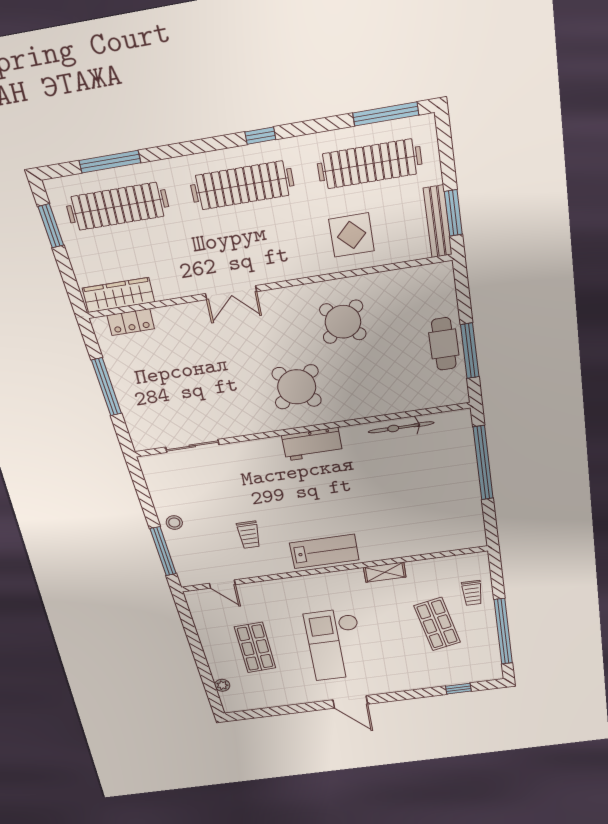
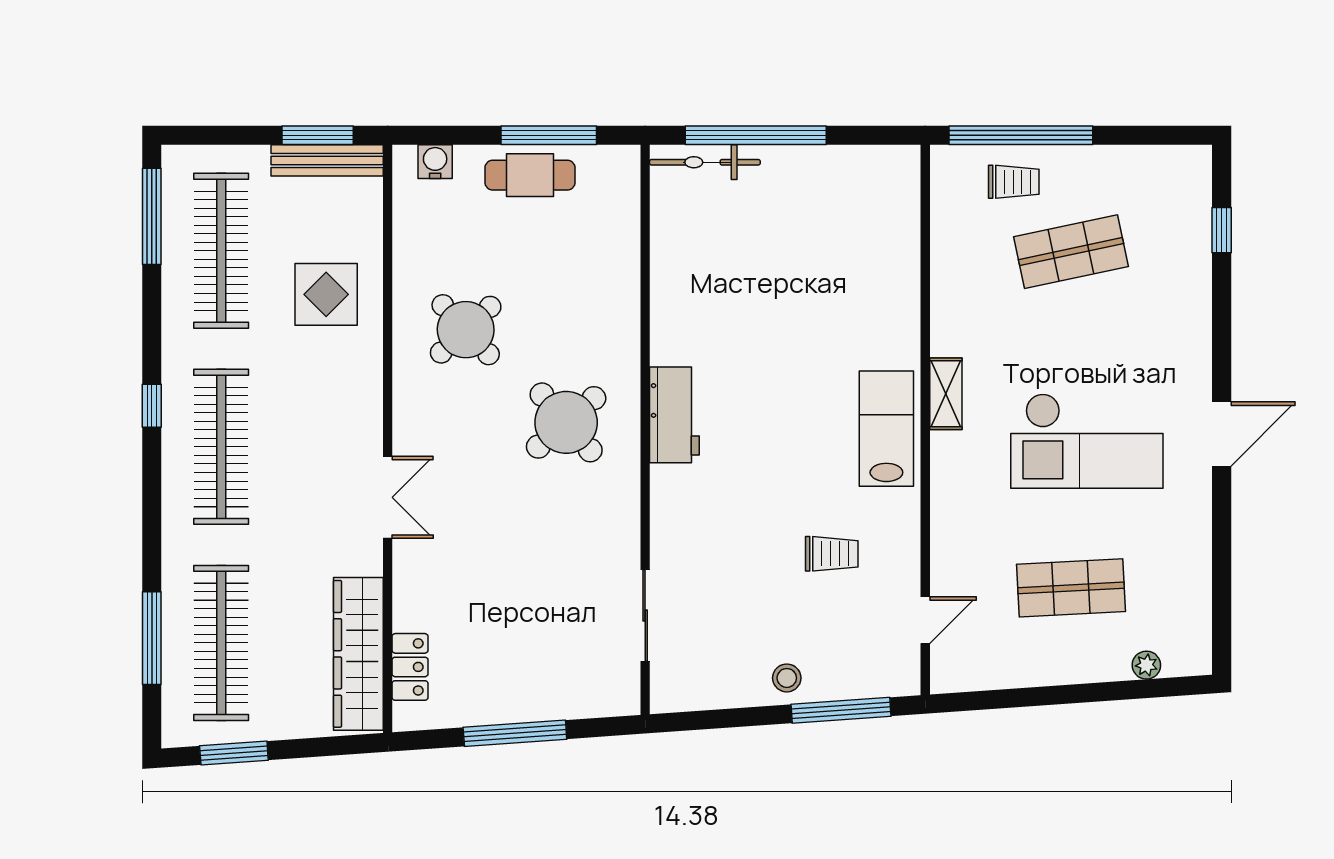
water cooler: (445, 287) -> (435, 162), added
wardrobe: (118, 295) -> (358, 654), width x1.40, depth x1.17
bicycle: (401, 427) -> (705, 162), moved, turned 90
shelving: (385, 572) -> (946, 394), moved
window: (503, 631) -> (1021, 135), moved

